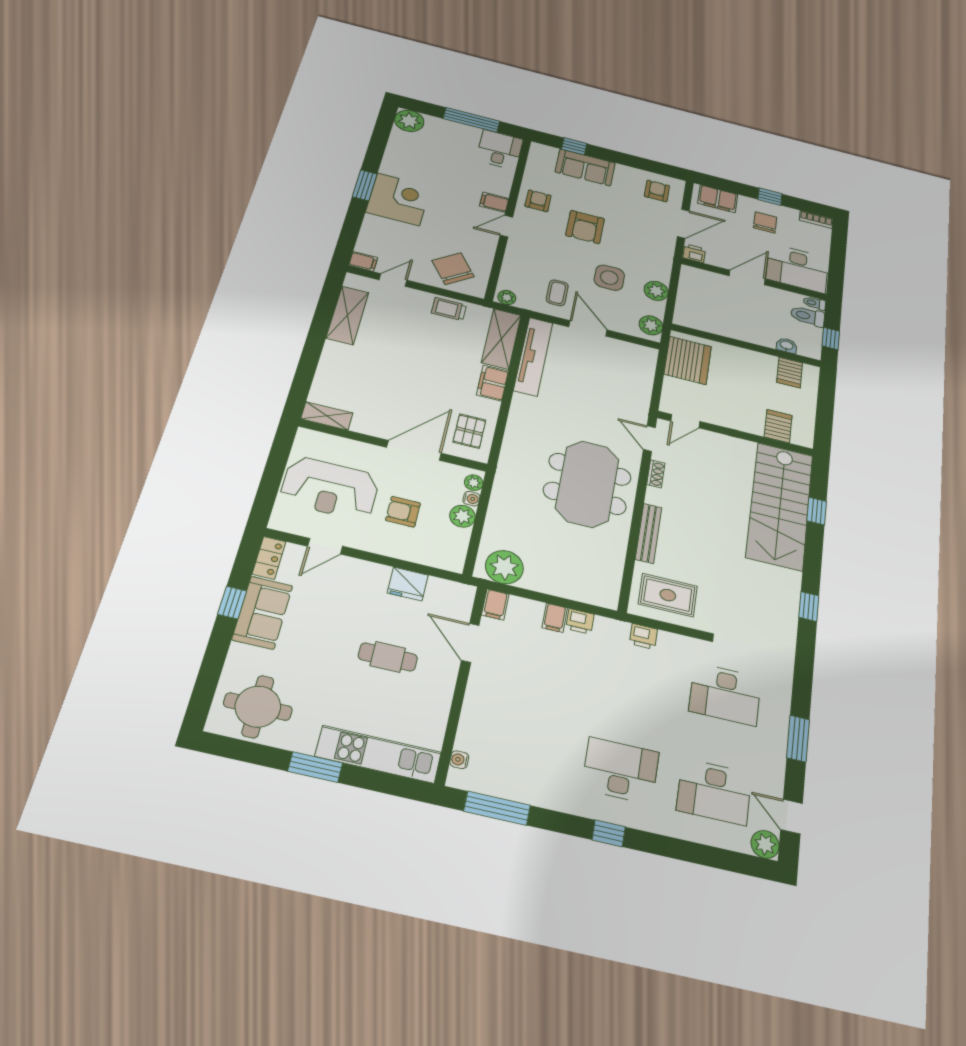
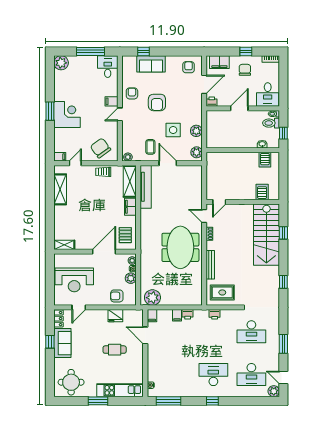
desk: (797, 268) -> (268, 94), width x0.73
server rack: (688, 360) -> (216, 167), removed
armchair: (403, 512) -> (117, 296), moved

